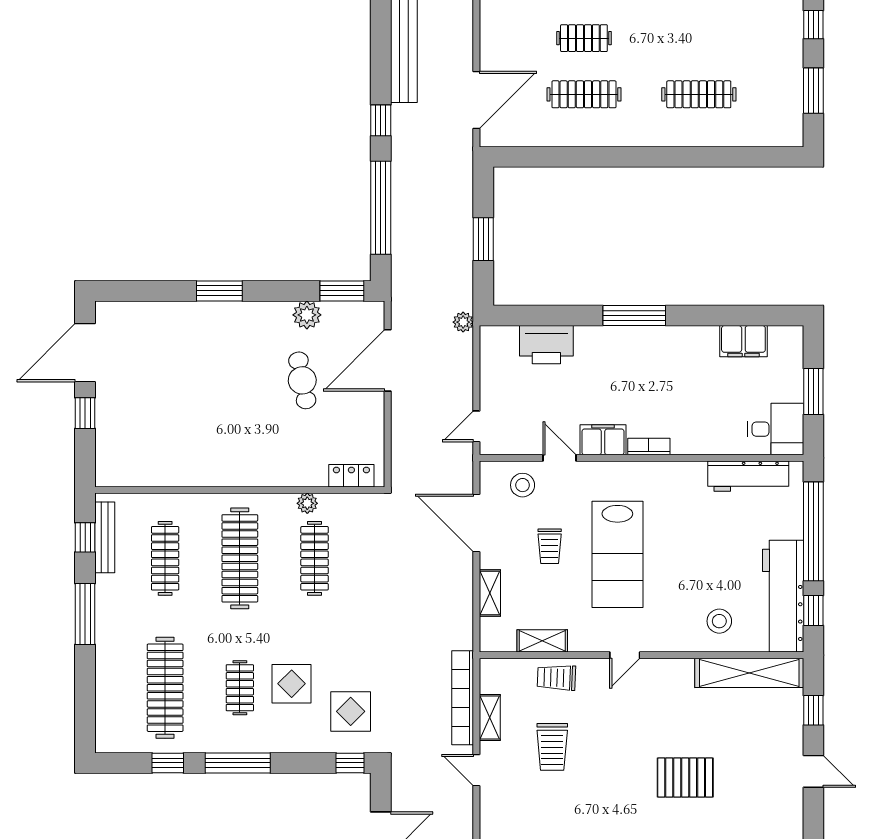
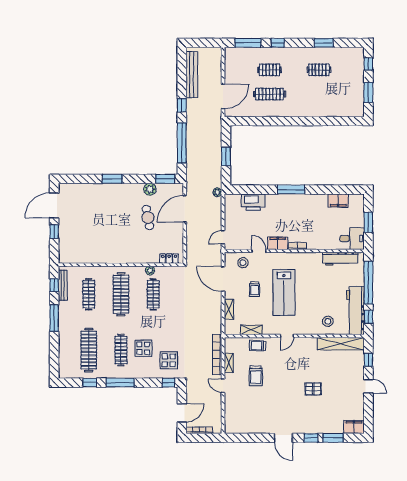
clothes rail: (699, 94) -> (319, 70), moved, width x0.73
clothes rail: (240, 688) -> (121, 350), width x1.36
pallet: (685, 777) -> (313, 389), width x0.67, depth x0.71

